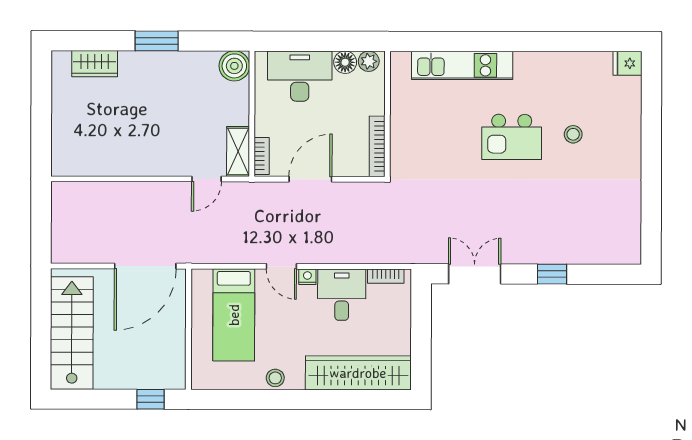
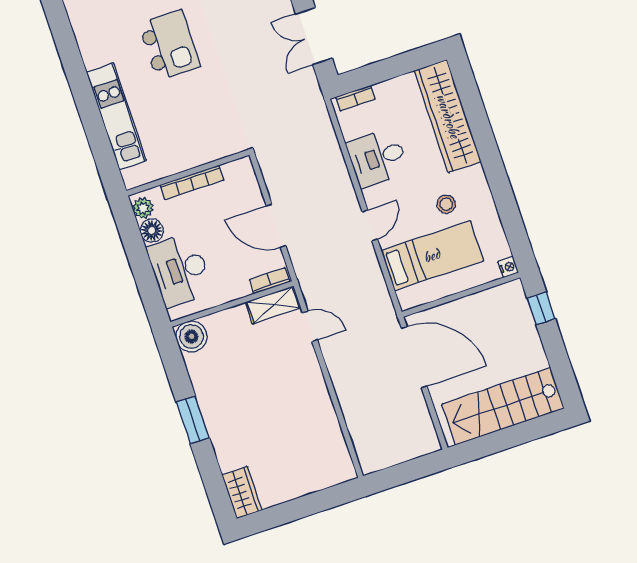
wardrobe: (95, 64) -> (242, 493), moved
bookcase: (377, 146) -> (192, 182), moved
bookcase: (386, 276) -> (355, 98), moved, turned 90
nightstand: (307, 277) -> (508, 267), moved, turned 180
stool: (275, 378) -> (446, 204), moved

